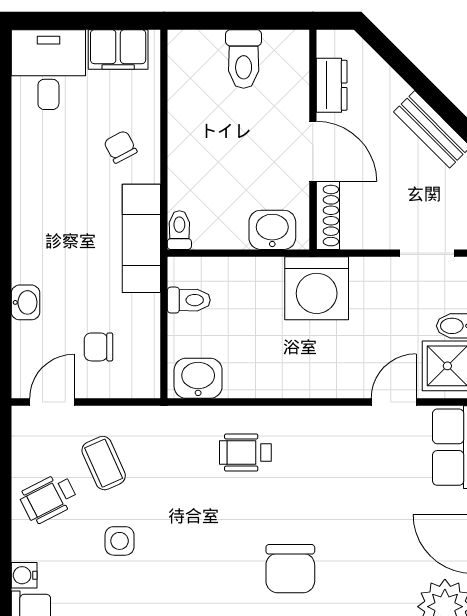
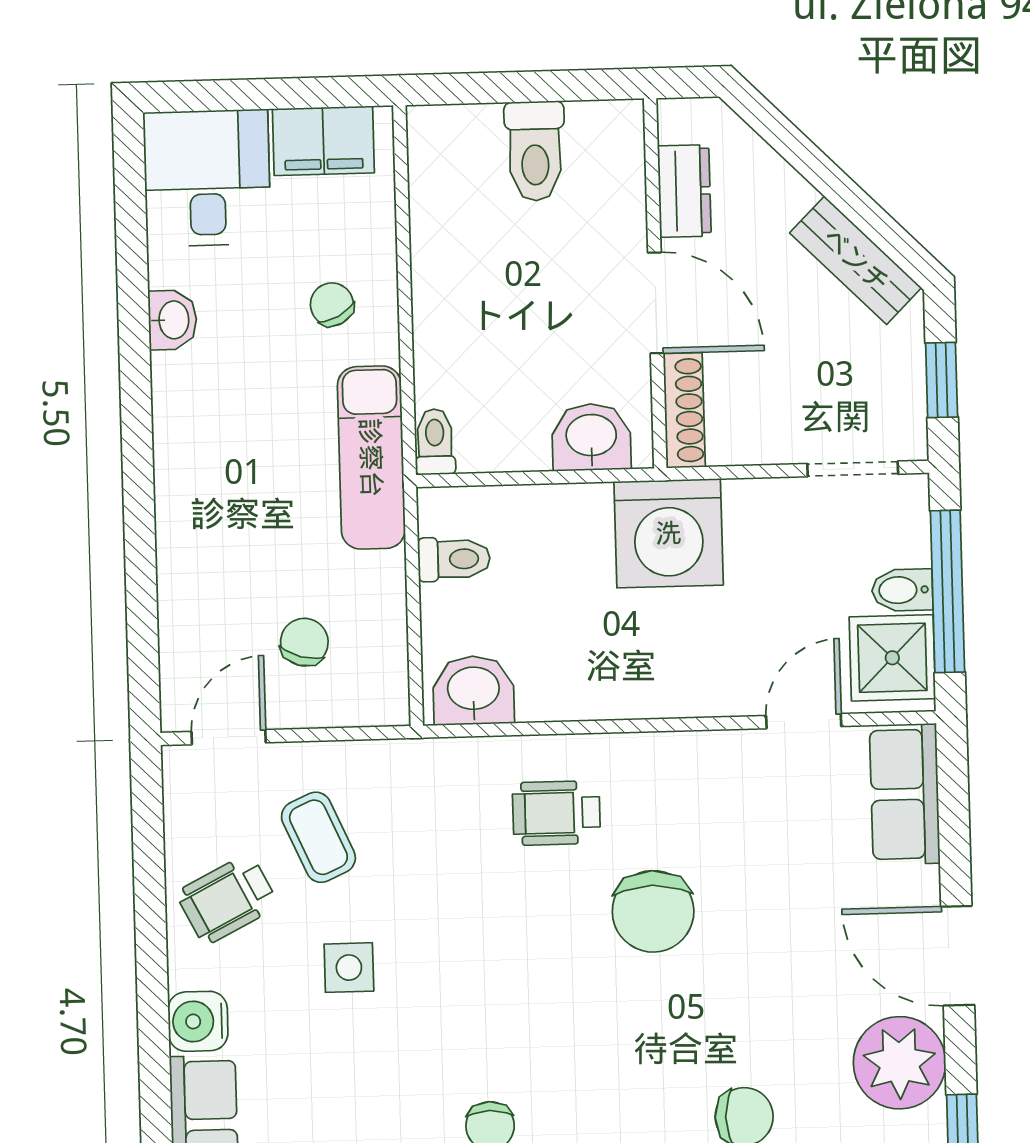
washbasin: (26, 302) -> (172, 320), moved
chair: (98, 347) -> (304, 642), turned 106
chair: (290, 569) -> (653, 911), moved
water cooler: (24, 575) -> (198, 1021), width x1.38, depth x1.38

